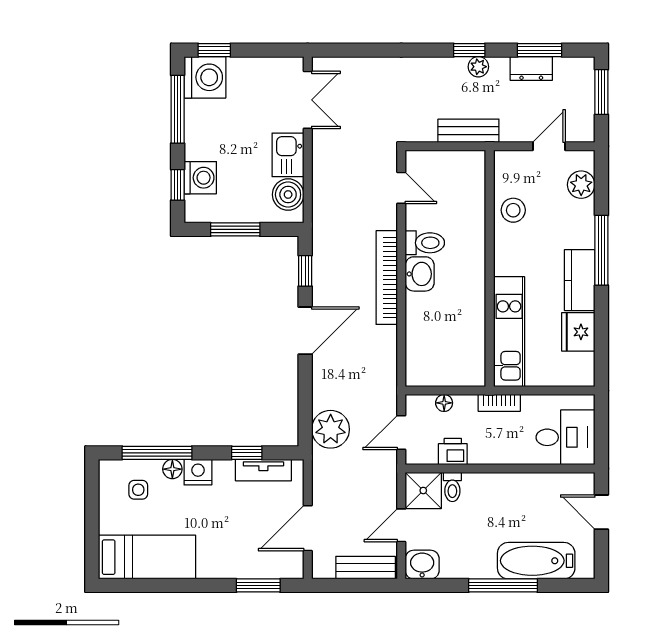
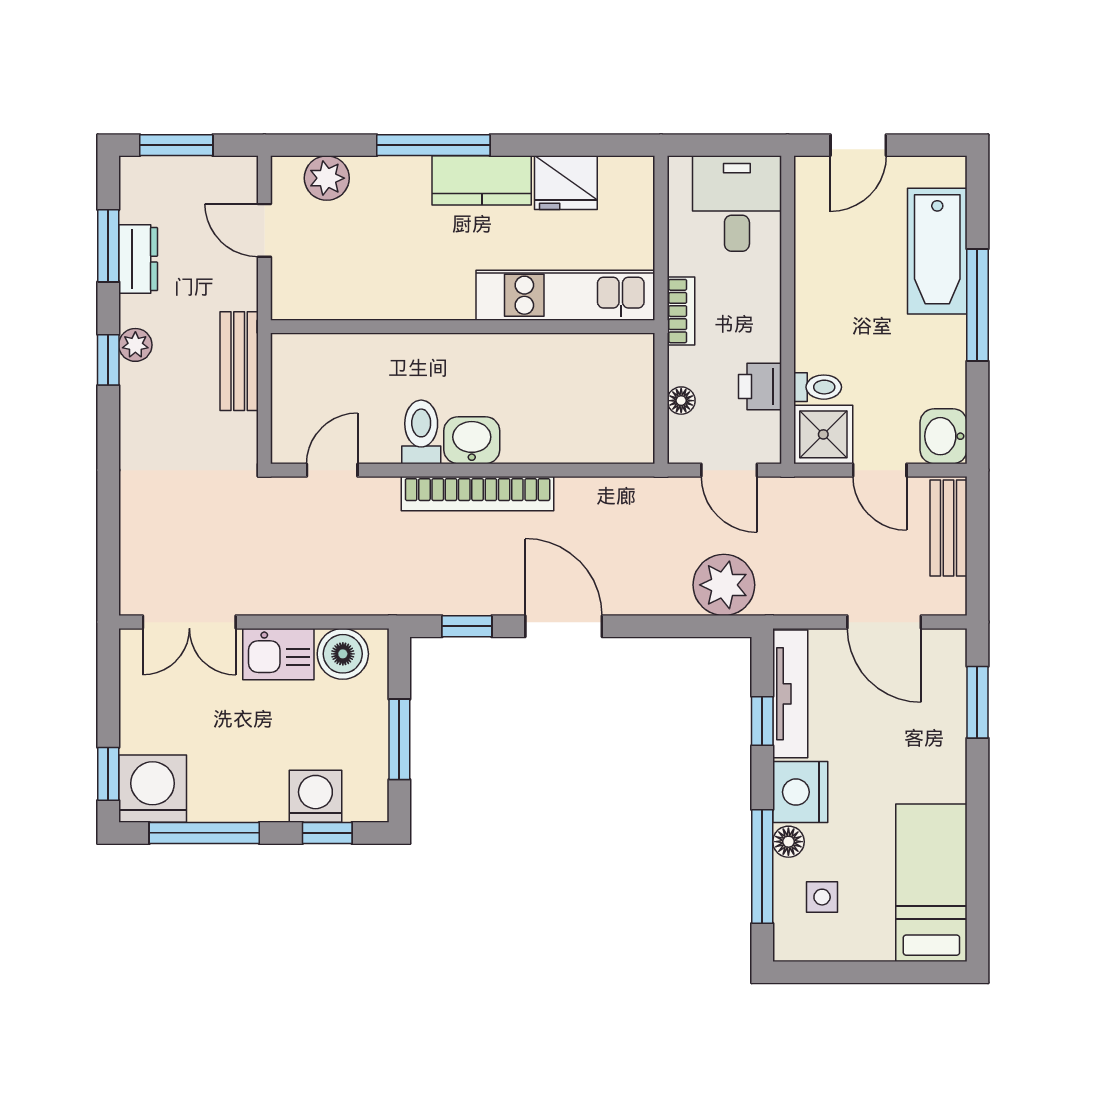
double door: (308, 100) -> (189, 622), swing flipped
stool: (513, 210) -> (368, 288), removed
tv unit: (263, 470) -> (790, 694), width x1.41
nightstand: (198, 472) -> (800, 792), width x1.36, depth x1.33

